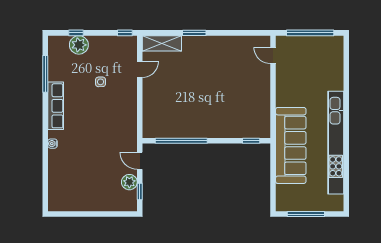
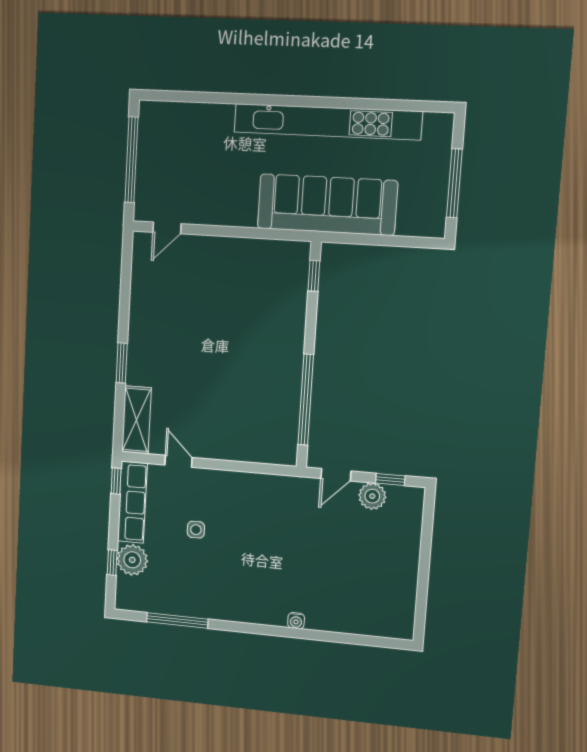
row of seats: (56, 106) -> (132, 502), moved, turned 90

